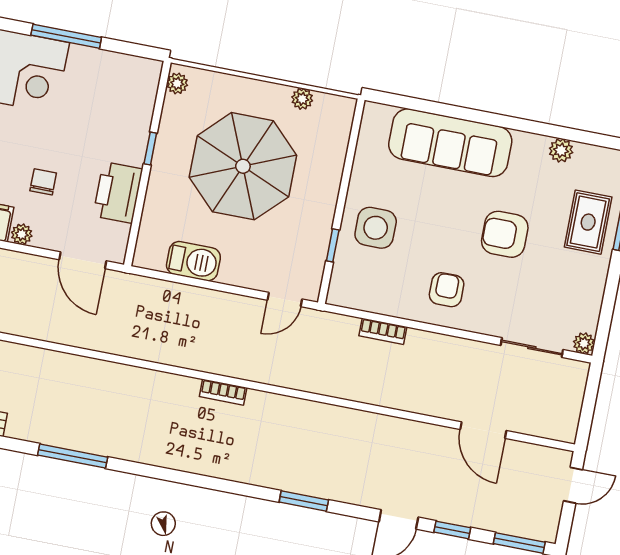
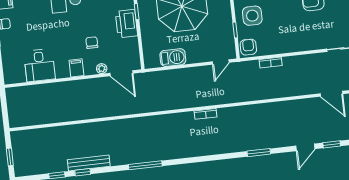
printer: (118, 192) -> (126, 24), moved
plant: (22, 234) -> (102, 69), moved
armchair: (447, 290) -> (248, 47), moved

